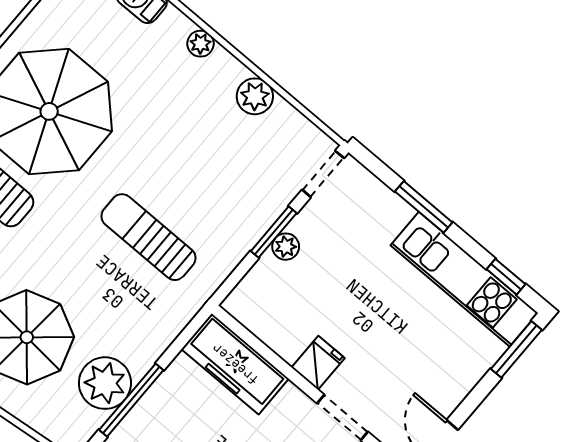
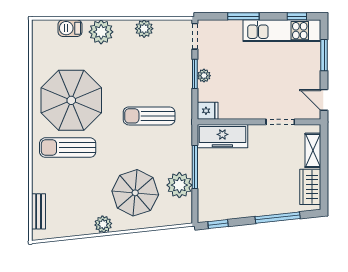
plant: (200, 44) -> (101, 32), width x1.88, depth x1.88
window: (516, 349) -> (324, 55), moved
fridge: (318, 363) -> (208, 111), moved, turned 90
window: (131, 400) -> (195, 167), moved

